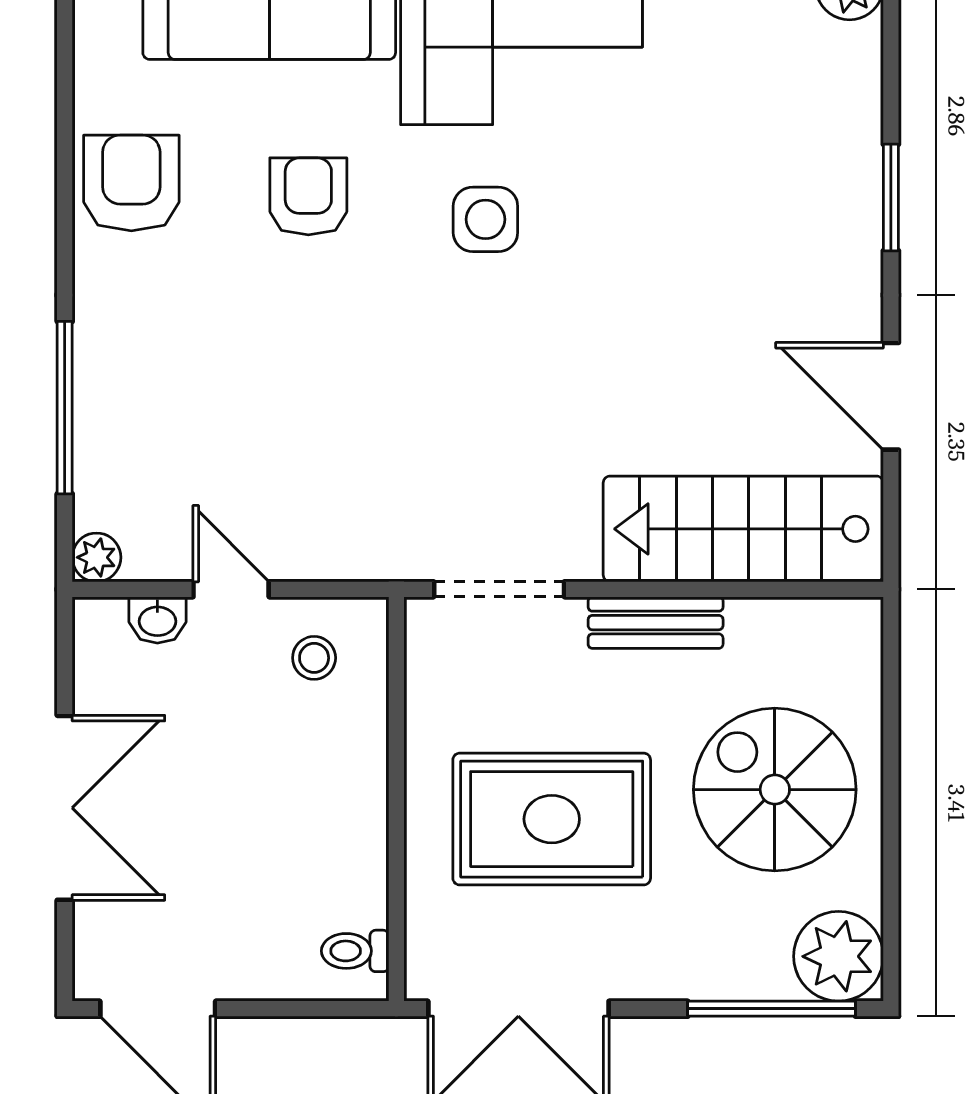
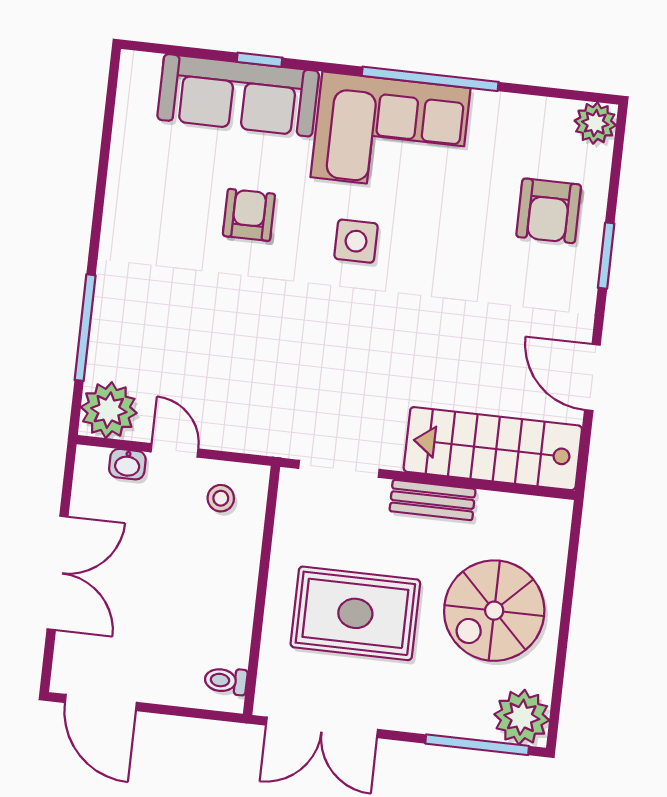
armchair: (131, 183) -> (549, 211), moved, turned 180
plant: (97, 557) -> (109, 410), width x1.87, depth x1.87
spiral stairs: (775, 790) -> (494, 611), turned -90

